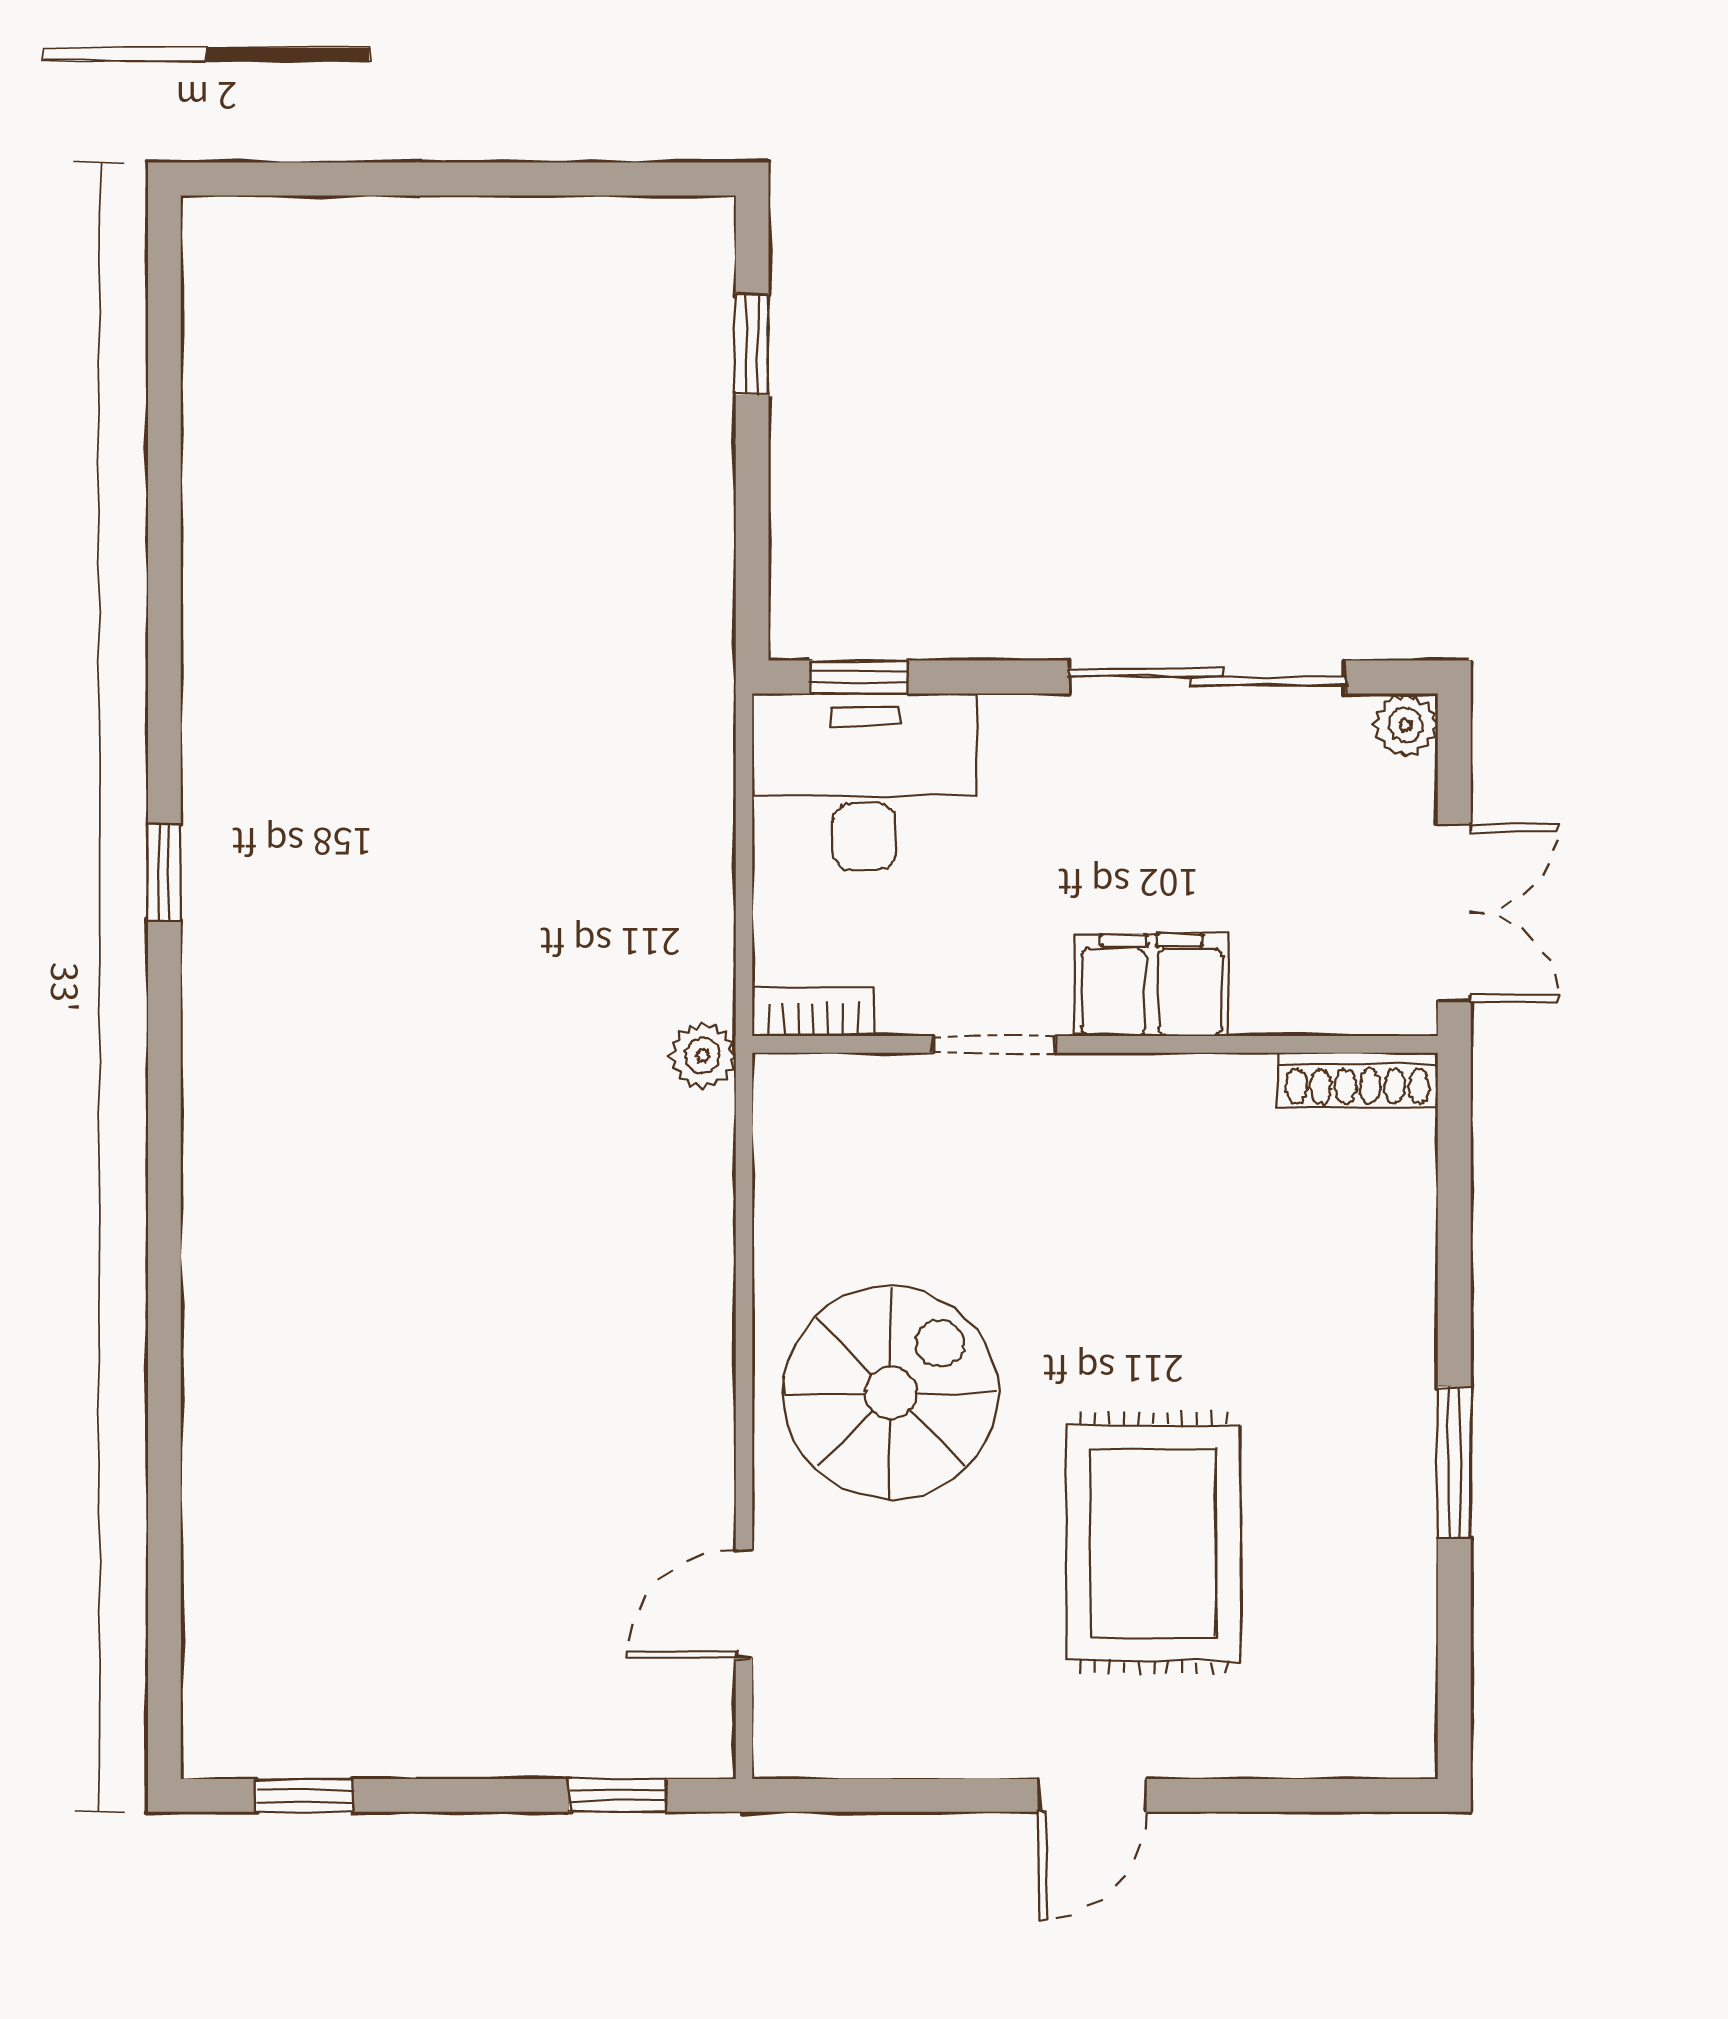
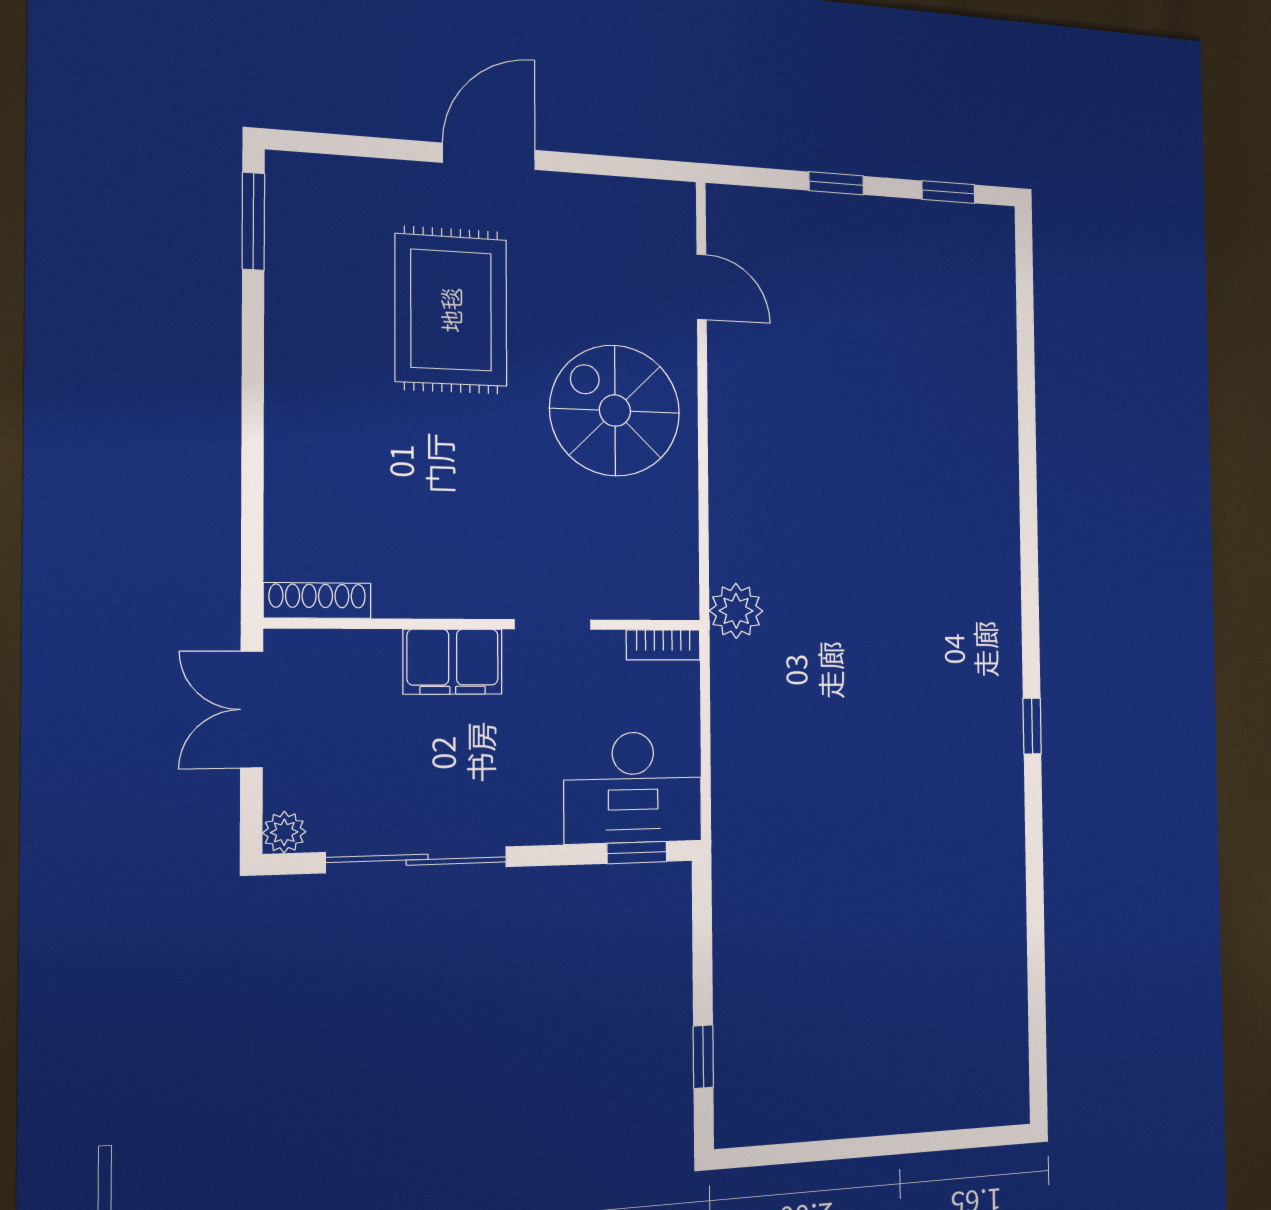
plant: (703, 1056) -> (736, 611), width x1.38, depth x1.38
spiral stairs: (891, 1393) -> (615, 411), turned 90
window: (1454, 1462) -> (253, 221), moved
door: (744, 1604) -> (702, 287), hinge flipped
window: (617, 1795) -> (836, 183), moved
door: (1093, 1795) -> (489, 156), width x1.38

